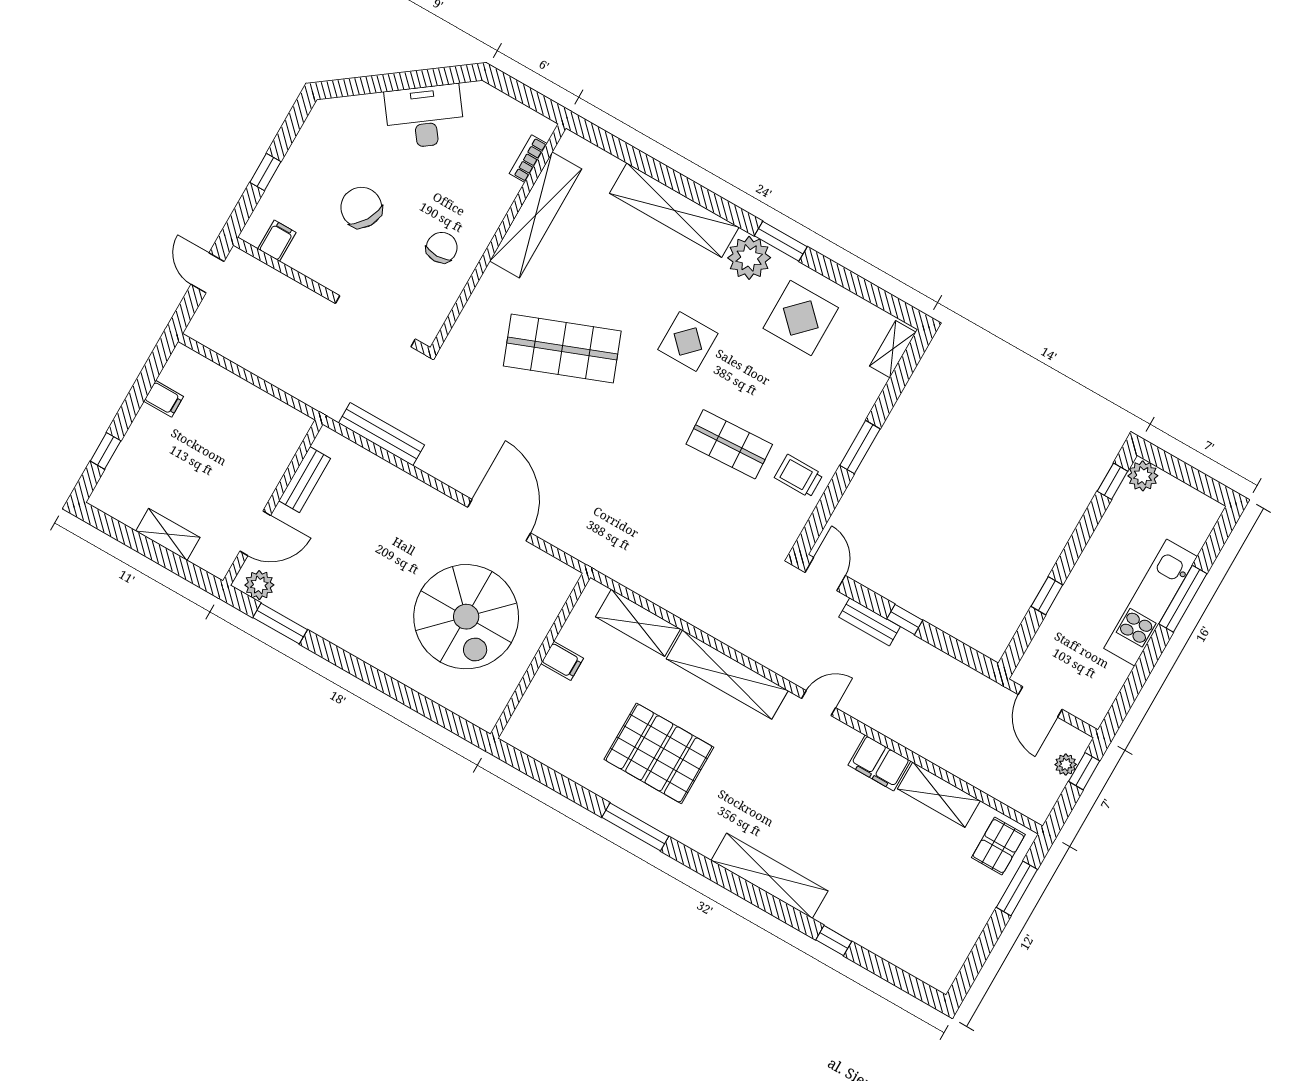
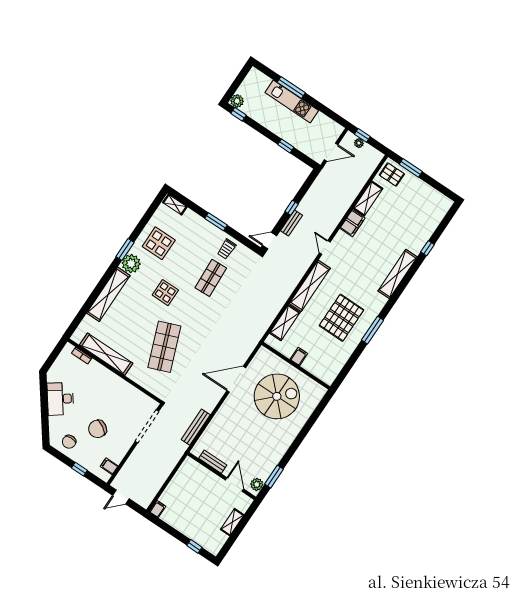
chair: (442, 248) -> (69, 442), moved, turned -90
filing cabinet: (164, 399) -> (158, 509), moved

